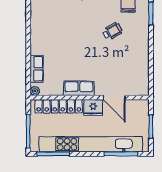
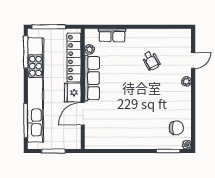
wheelchair: (112, 31) -> (151, 61), moved
row of seats: (79, 88) -> (92, 78), width x1.48
plant: (35, 91) -> (90, 49), moved

